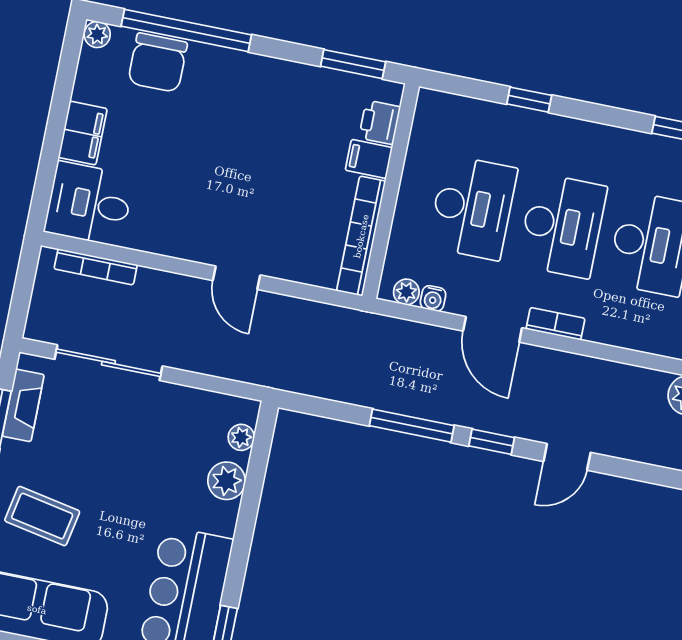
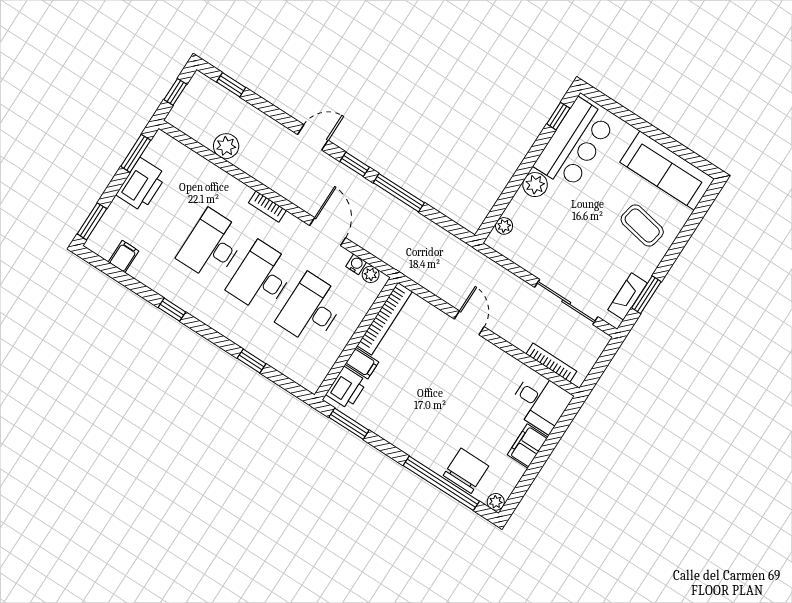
printer: (380, 122) -> (347, 388), width x1.36, depth x1.24
bookcase: (556, 324) -> (267, 207), moved
plant: (227, 481) -> (535, 185), moved

